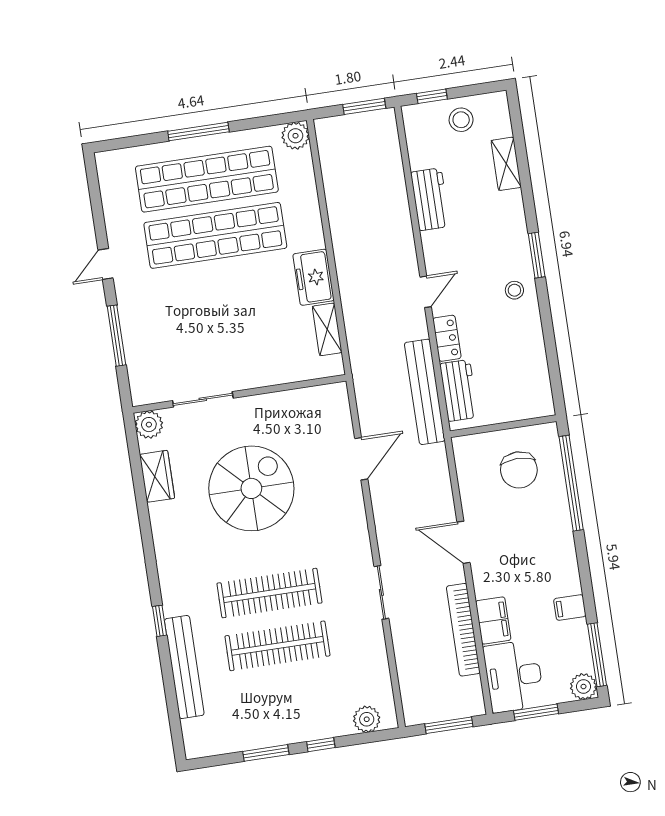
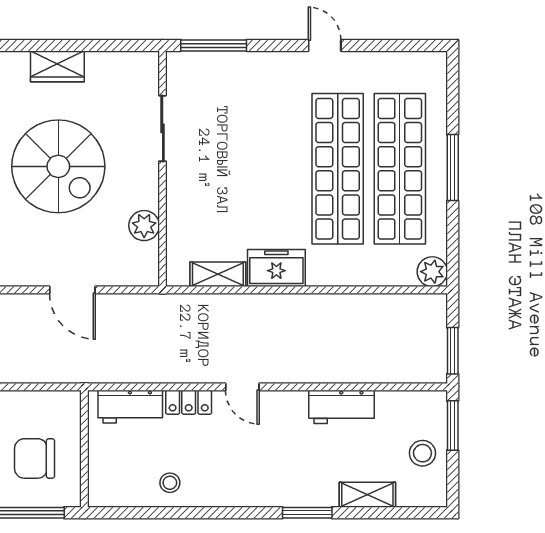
window: (432, 96) -> (453, 425), width x1.50
window: (537, 255) -> (307, 513), moved
stool: (514, 290) -> (170, 483), moved
window: (116, 336) -> (214, 45), moved
bench: (425, 392) -> (134, 369), removed
plant: (149, 425) -> (144, 226), moved
wardrobe: (157, 476) -> (57, 66), moved

